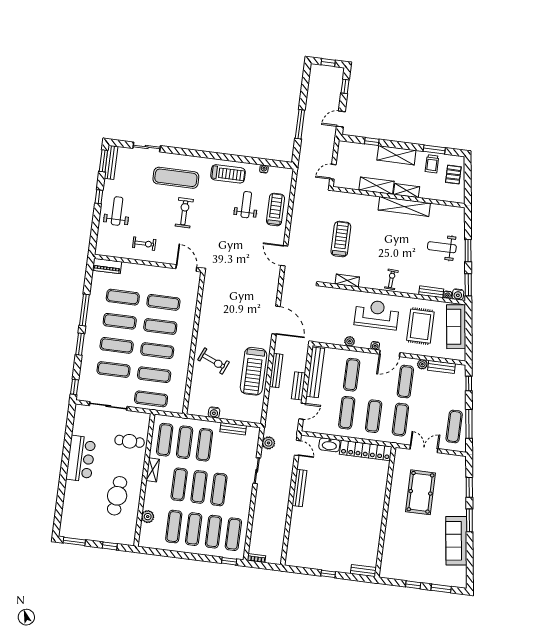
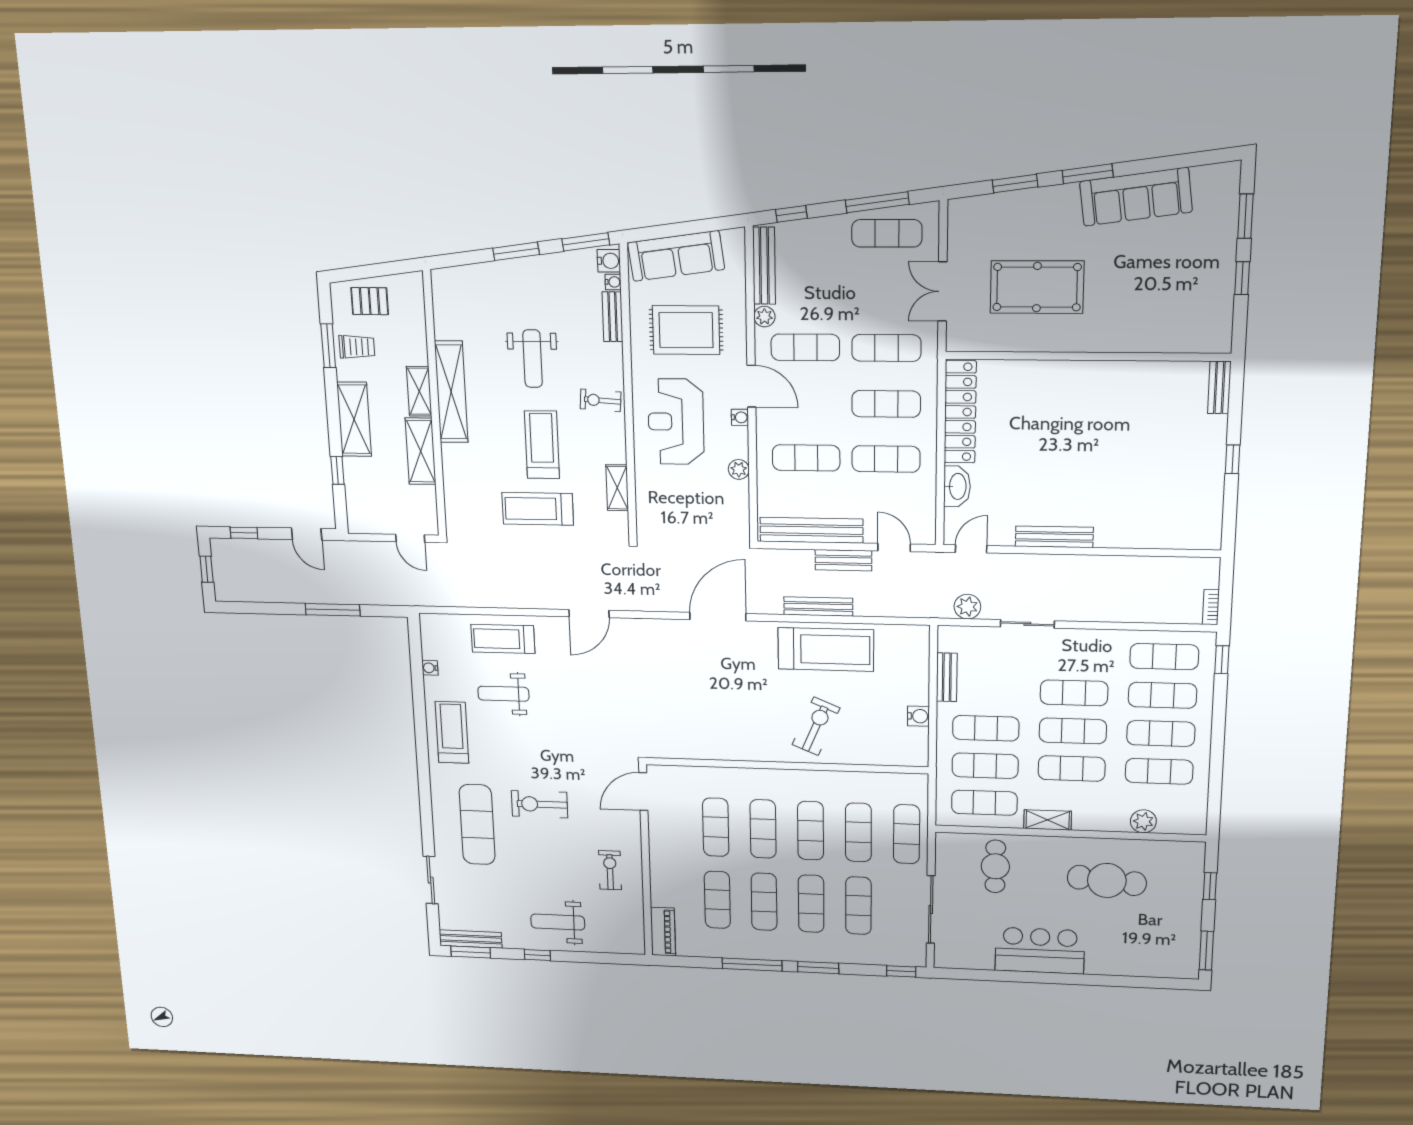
treadmill: (373, 247) -> (542, 445), added
weight bench: (442, 247) -> (533, 359), moved
bench: (441, 367) -> (764, 266), width x1.36

